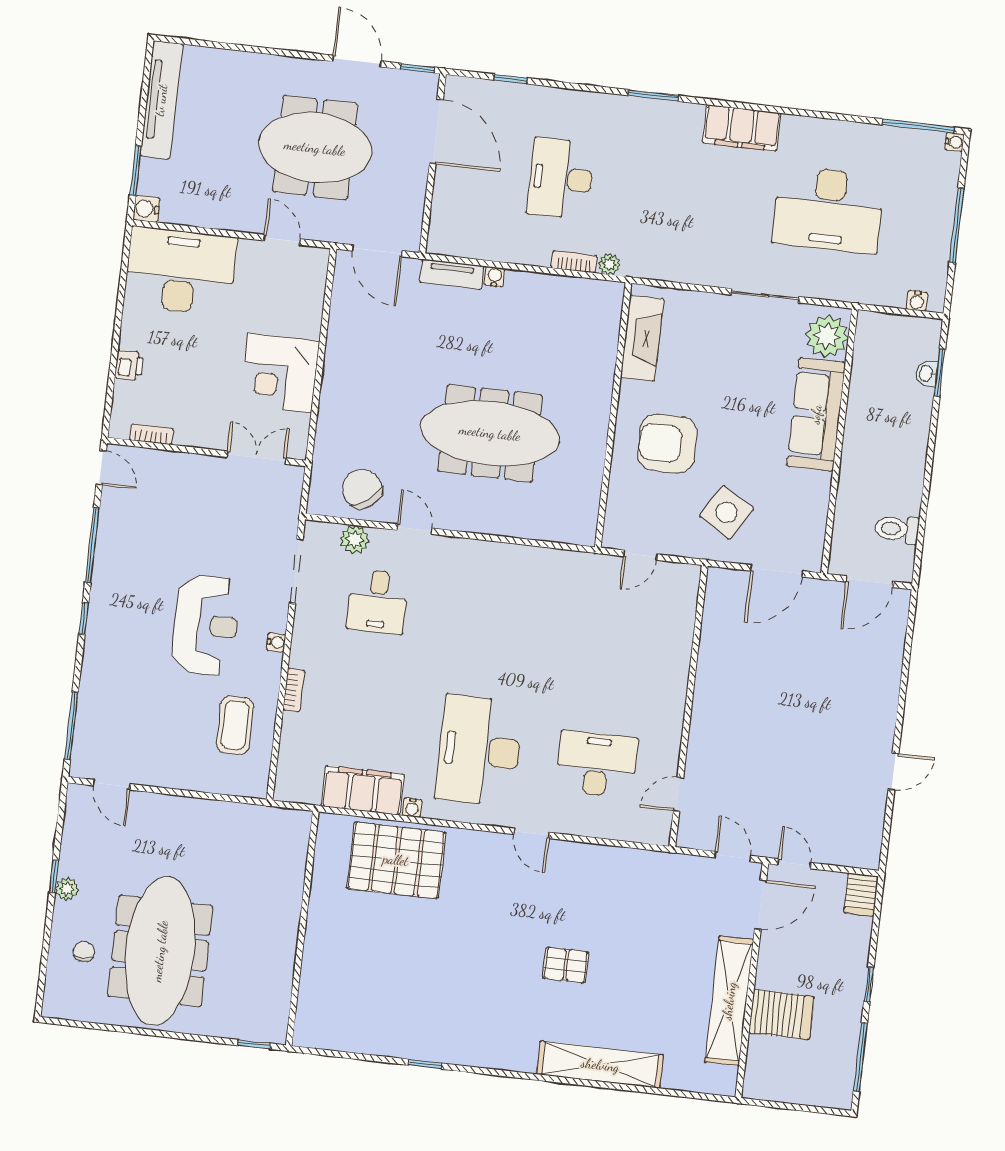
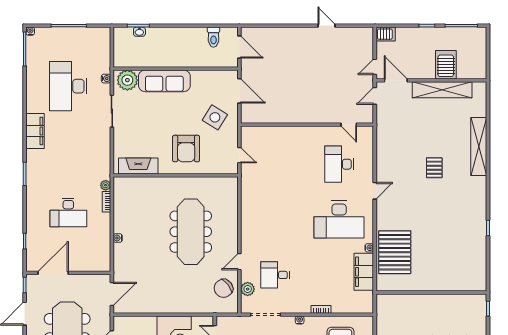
desk: (829, 209) -> (68, 86), turned 180
tv unit: (452, 274) -> (119, 258), removed
water cooler: (917, 301) -> (106, 79), moved
desk: (378, 601) -> (275, 275), turned 180

